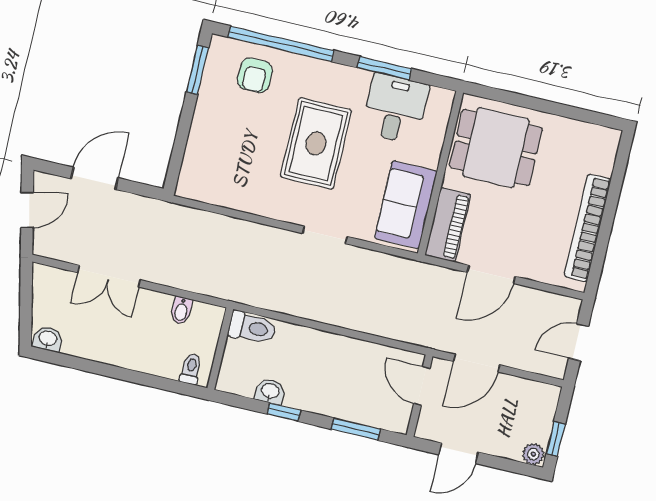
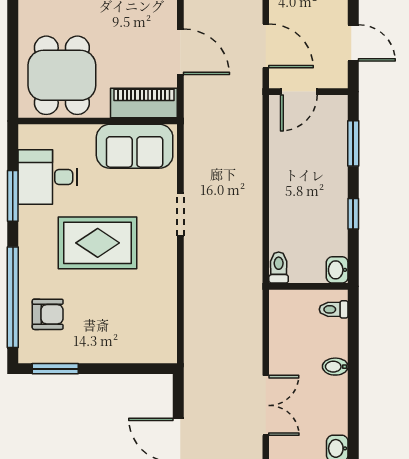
bidet: (181, 310) -> (335, 367), moved, turned 180
toilet: (252, 328) -> (279, 268), width x0.73, depth x0.72
washbasin: (270, 391) -> (337, 270), moved

